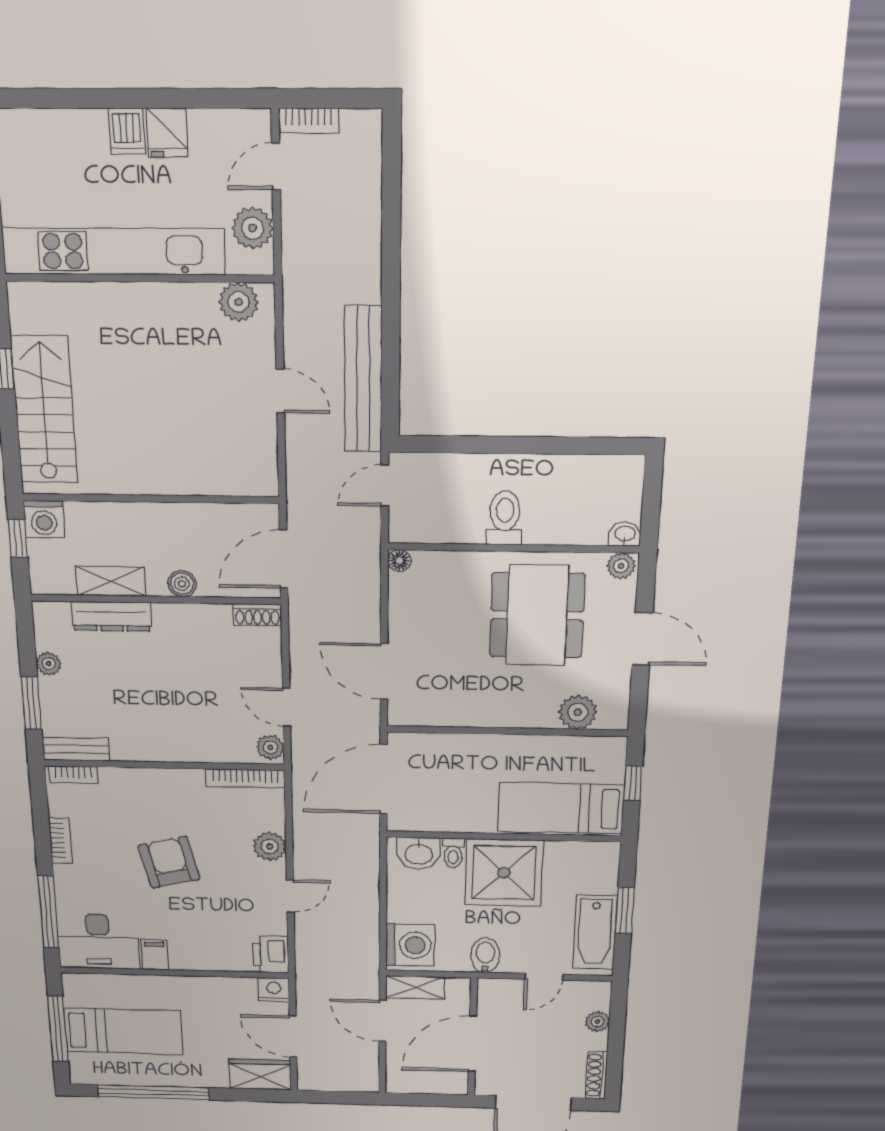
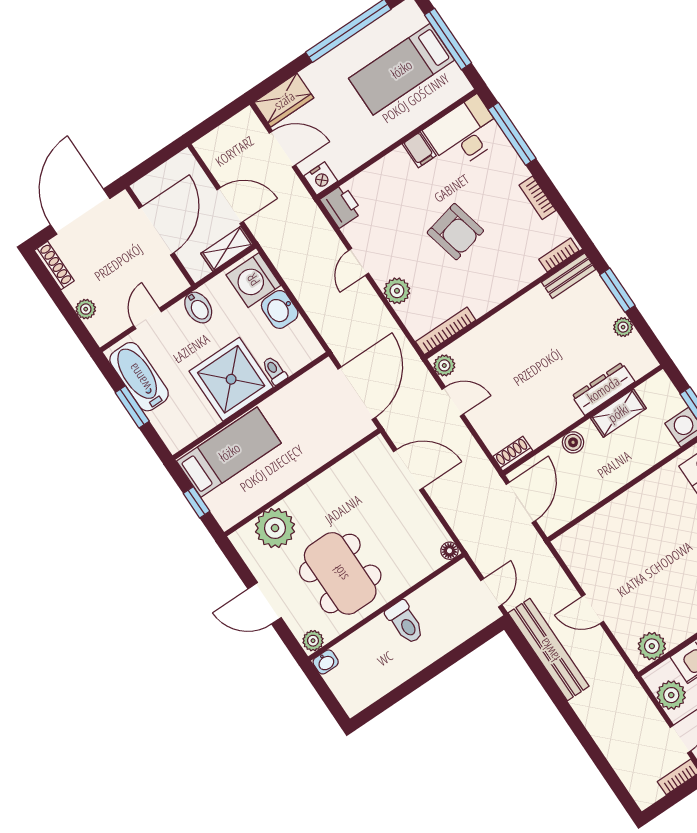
plant: (578, 712) -> (275, 528), width x1.36, depth x1.36
washbasin: (419, 853) -> (280, 309), moved, turned -90

